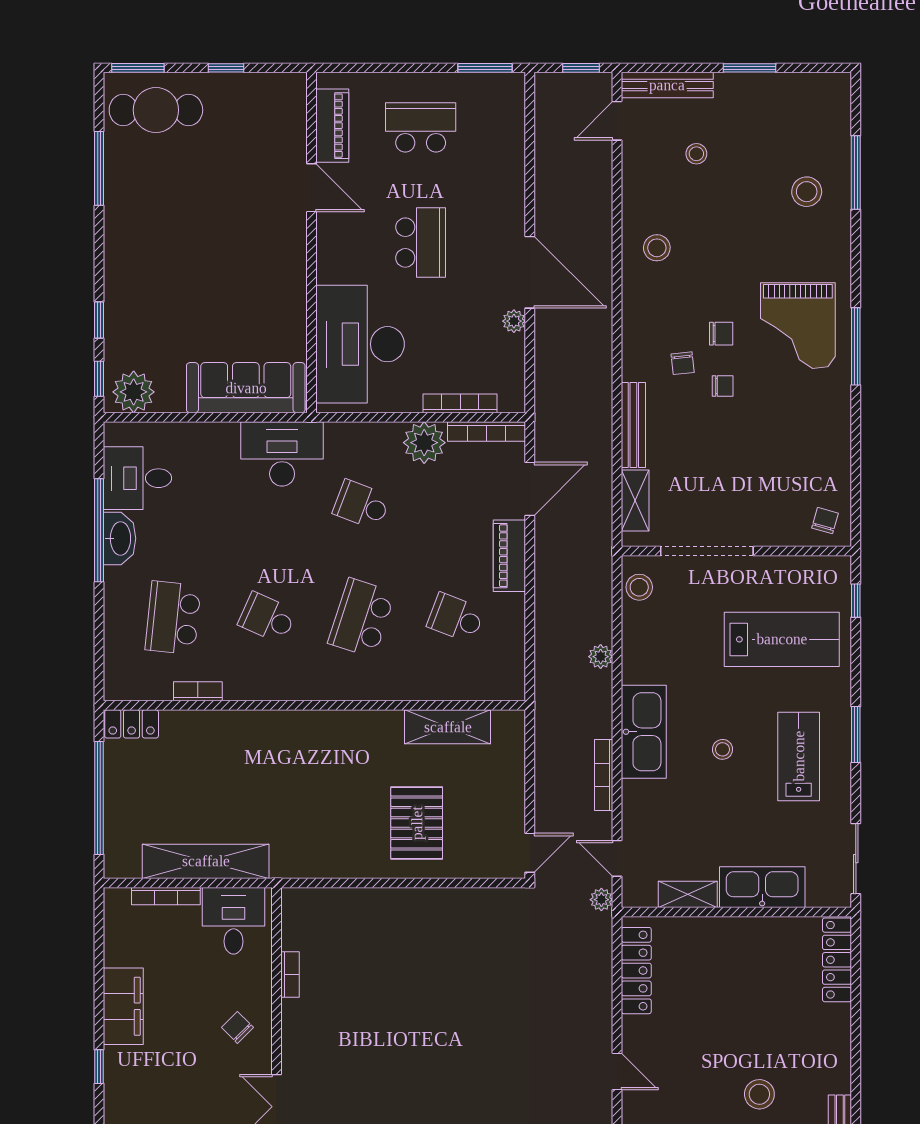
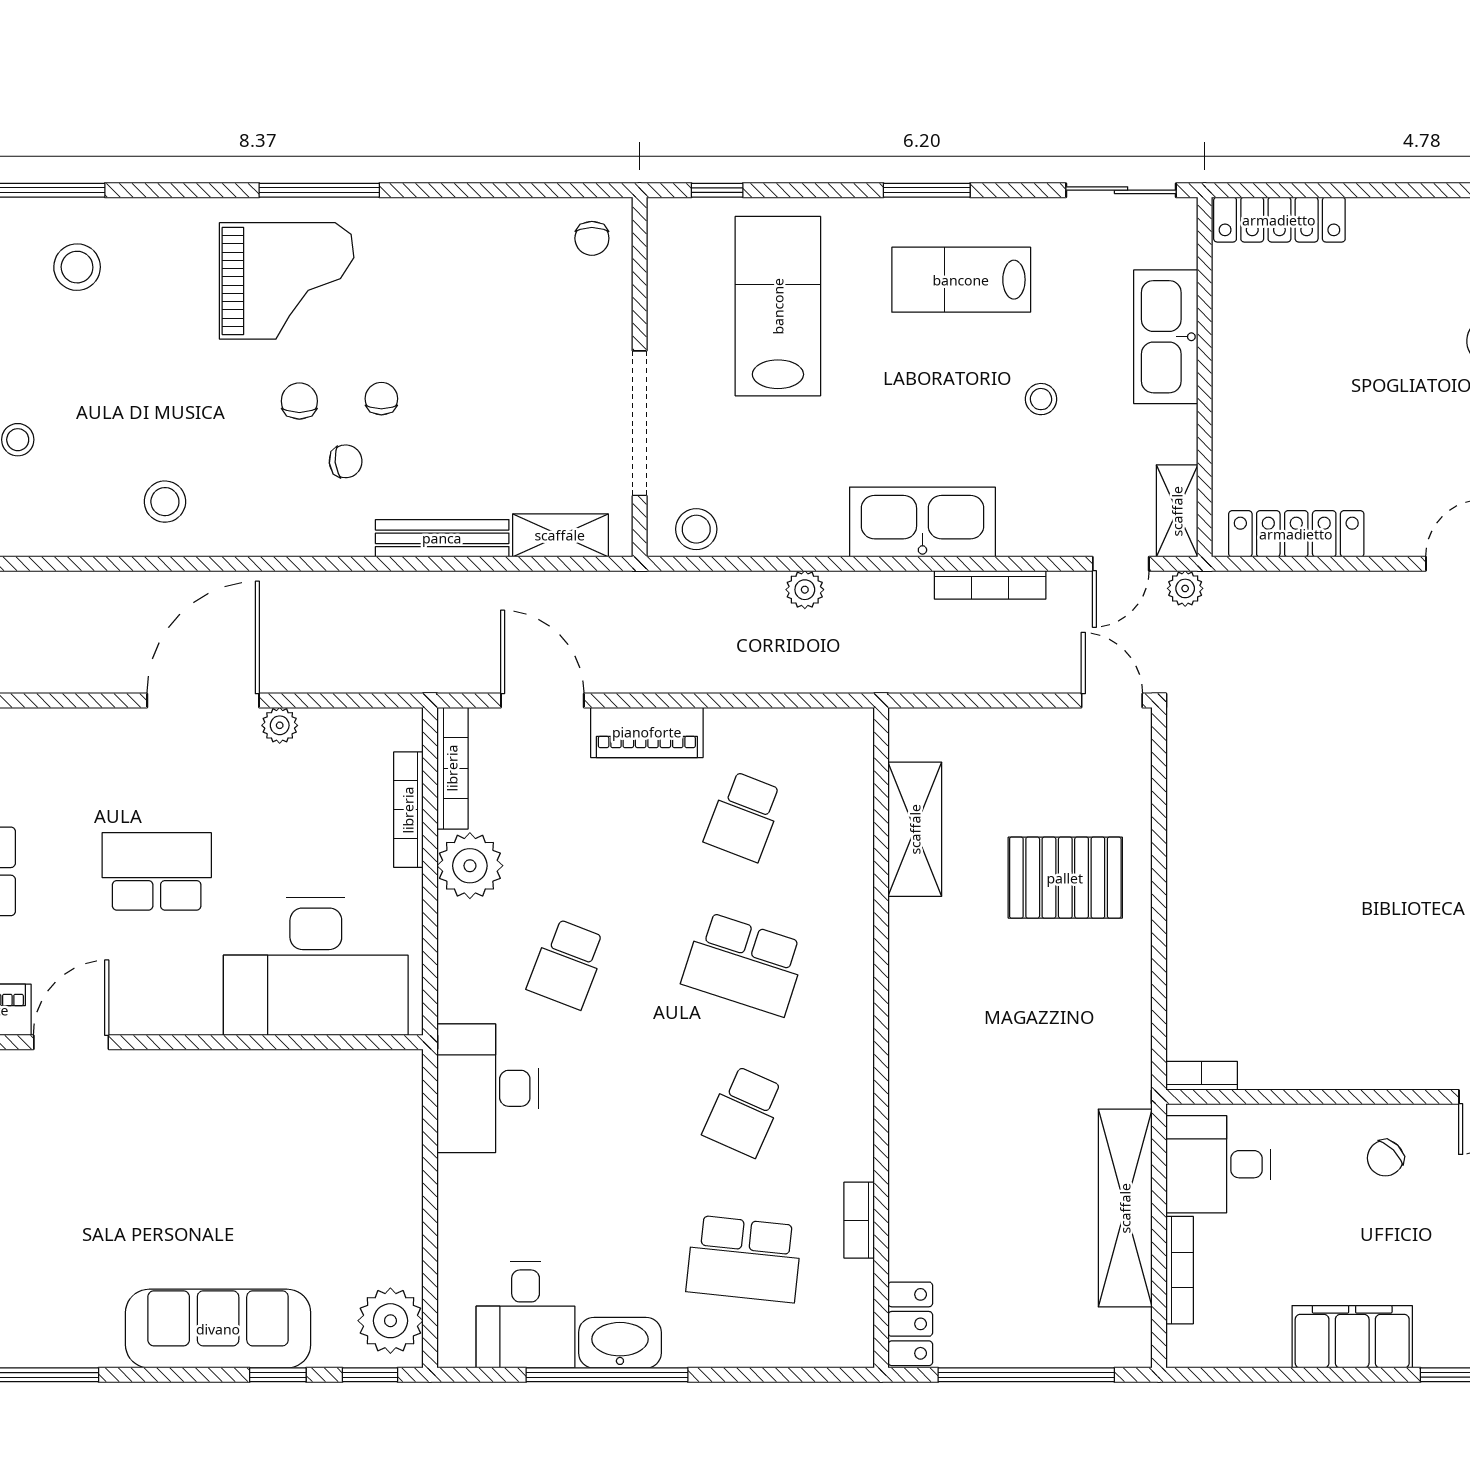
sofa: (246, 388) -> (218, 1329), moved, turned 90
chair: (825, 521) -> (592, 238), turned -106
stool: (723, 749) -> (1041, 399), moved
shelving: (688, 894) -> (1177, 511), moved
bookcase: (290, 975) -> (1202, 1076), moved

